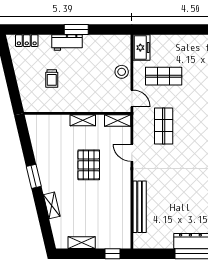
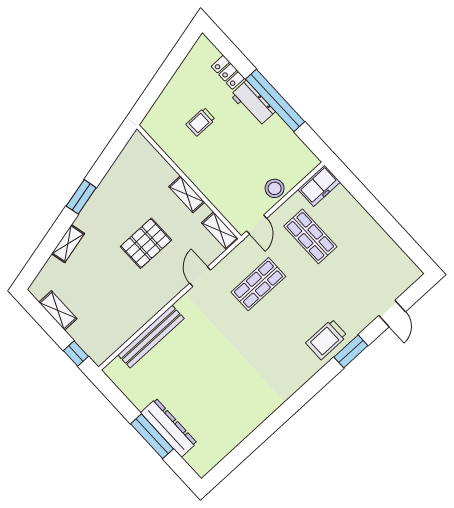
window: (76, 30) -> (275, 100), width x2.11
locker: (27, 41) -> (228, 72), moved

